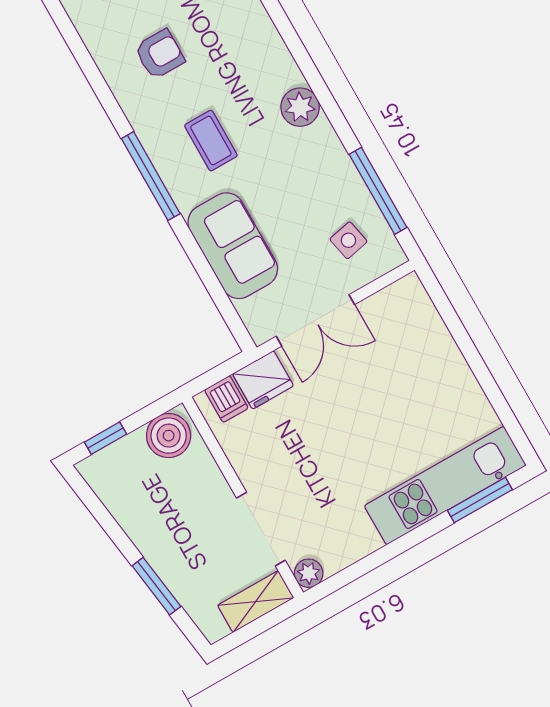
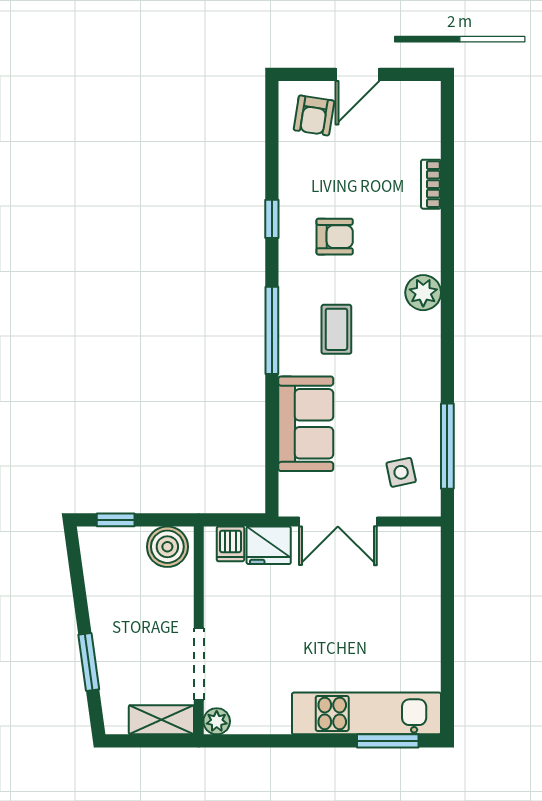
window: (91, 71) -> (272, 219), added
plant: (300, 107) -> (423, 293), moved

